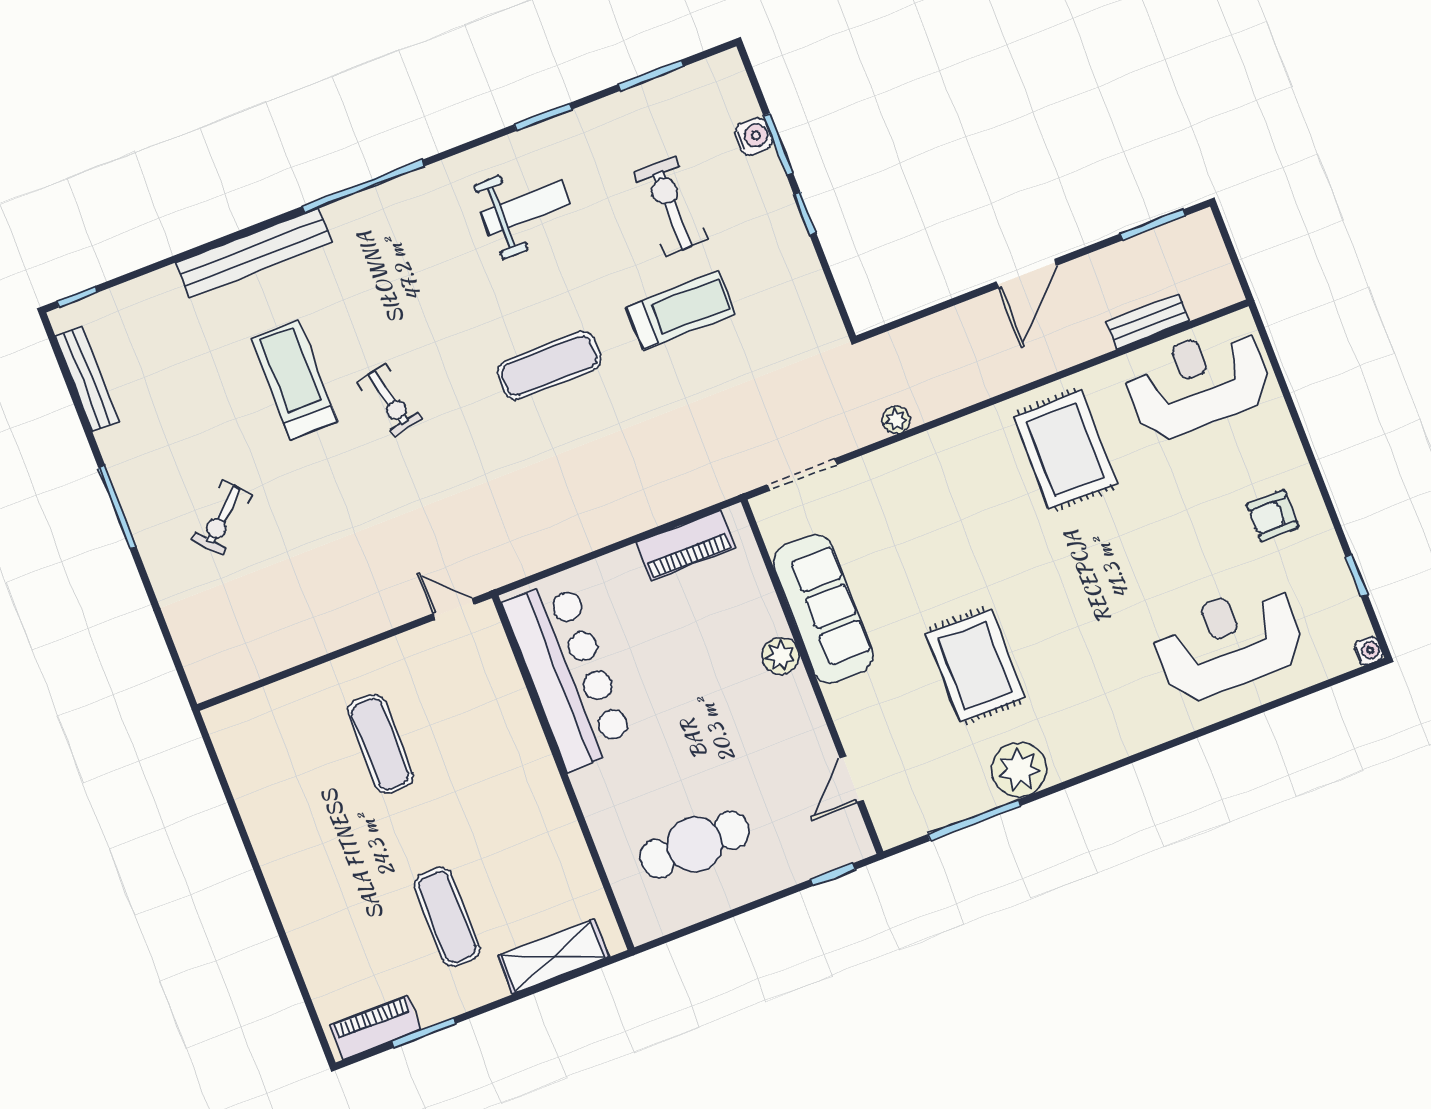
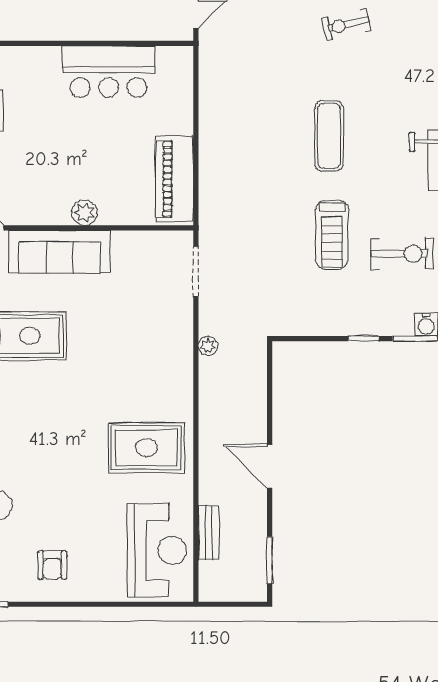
armchair: (1273, 516) -> (52, 565), turned 180
piano: (685, 545) -> (175, 179), width x1.37, depth x1.33
sofa: (823, 609) -> (59, 252), moved
bar counter: (569, 674) -> (109, 72), width x0.73

